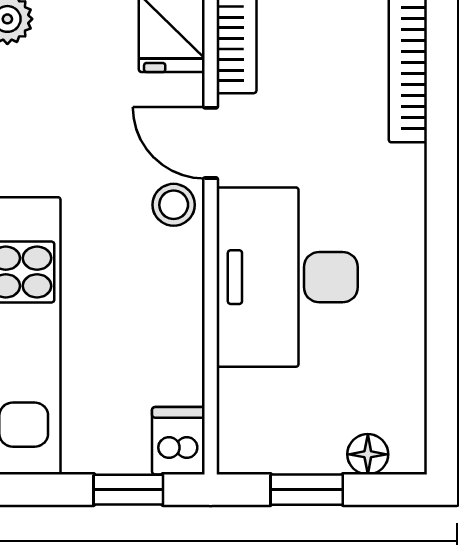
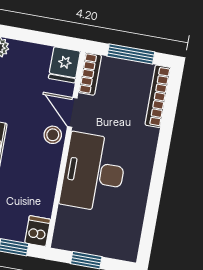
floor lamp: (368, 454) -> (114, 250), removed

